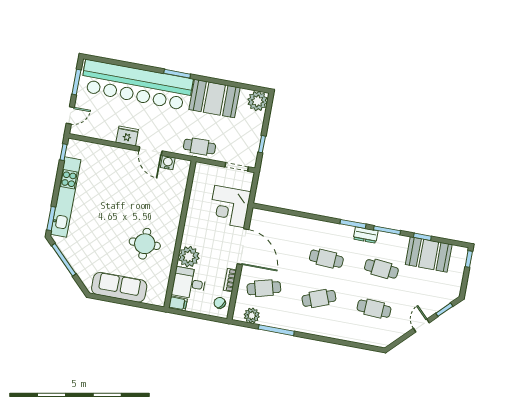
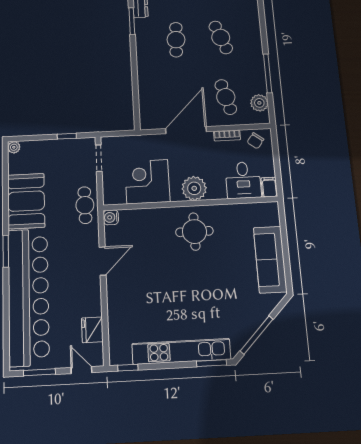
plant: (258, 101) -> (14, 147), width x0.53, depth x0.53
fridge: (127, 136) -> (92, 330), moved
water cooler: (168, 163) -> (111, 217), moved
corner desk: (230, 206) -> (147, 182), moved, turned 180
round table: (145, 244) -> (194, 232), moved
plant: (189, 257) -> (194, 188), moved

